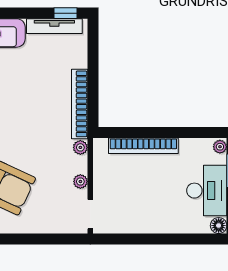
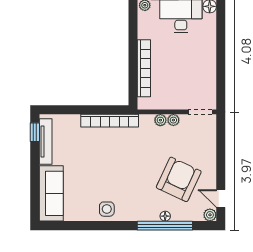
plant: (80, 147) -> (160, 120), moved

